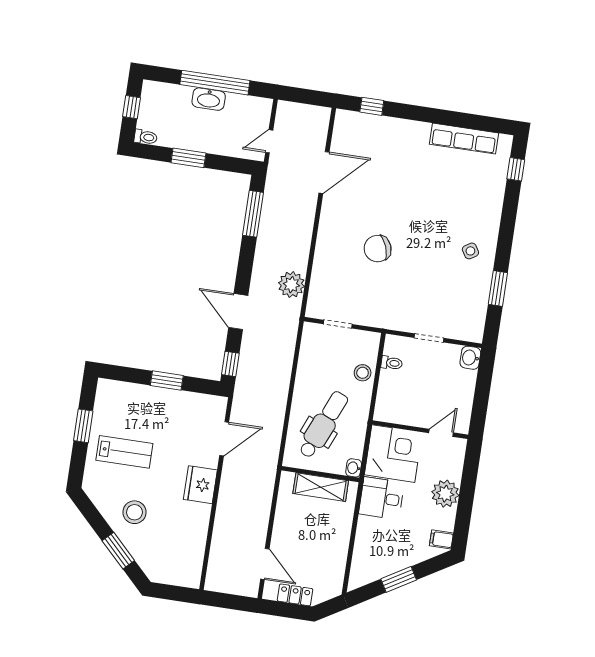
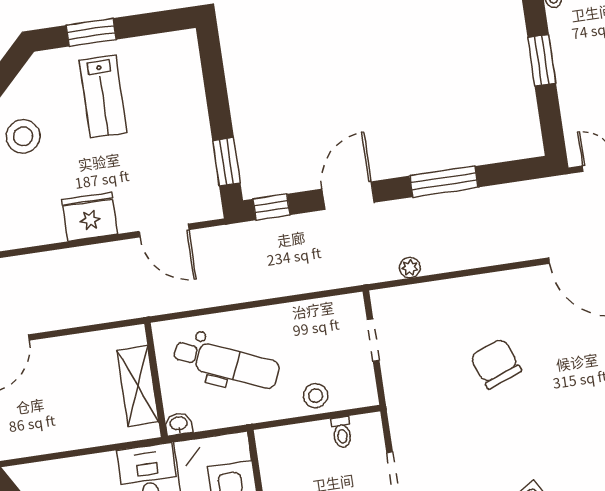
window: (253, 214) -> (444, 182), moved
plant: (291, 285) -> (410, 267), width x0.53, depth x0.53
window: (167, 380) -> (226, 162), moved
window: (83, 426) -> (91, 32), moved

